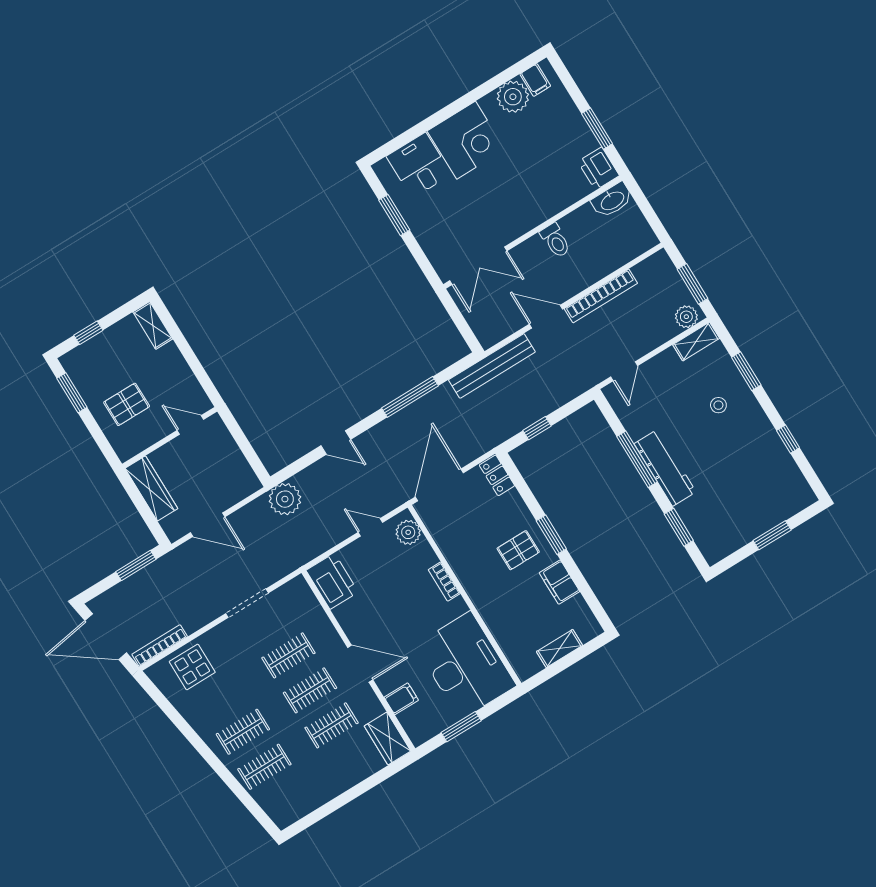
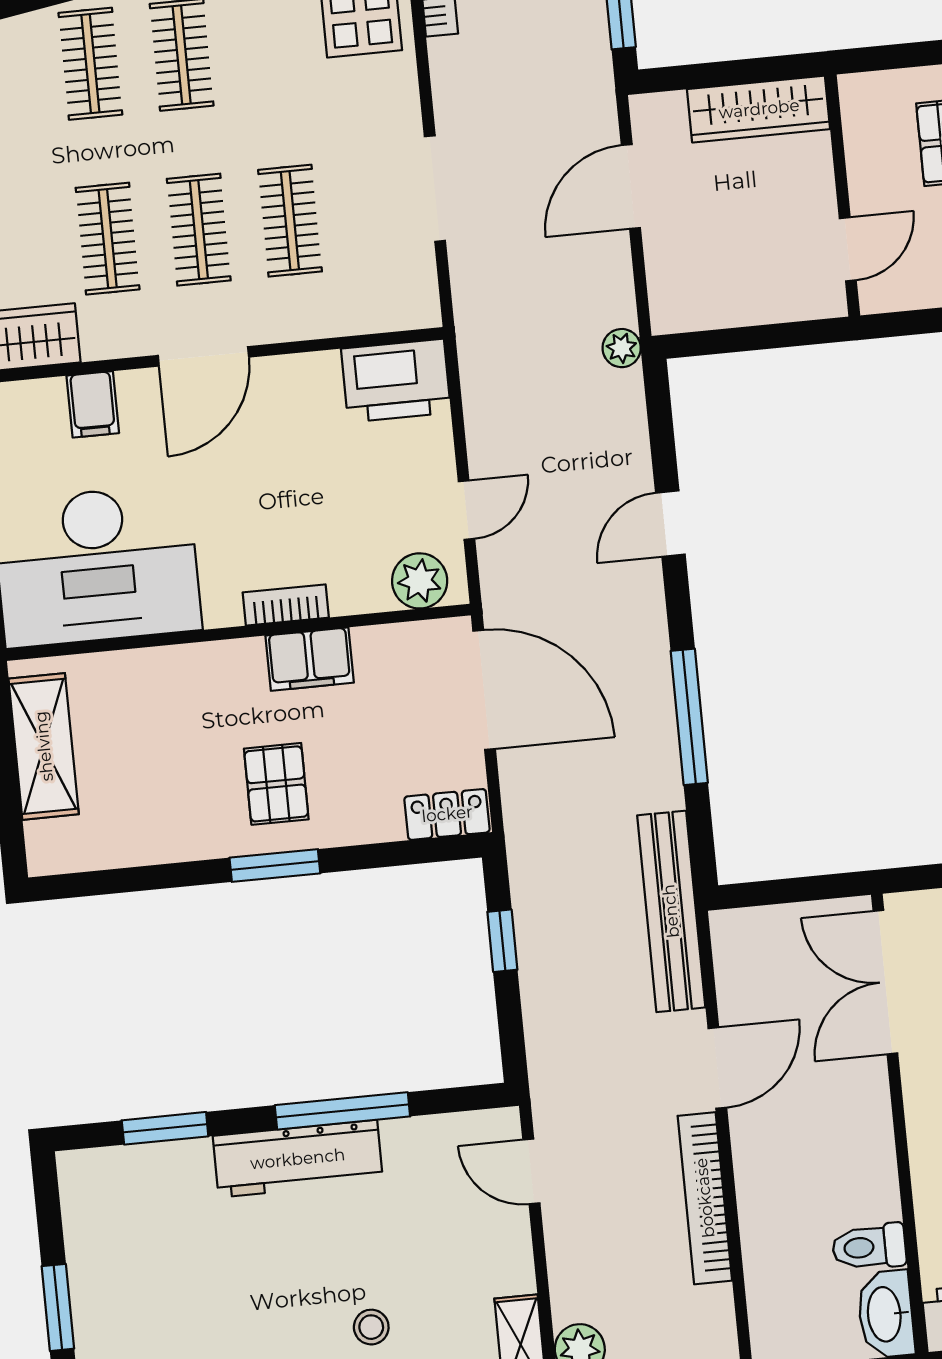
toilet: (555, 240) -> (869, 1247), moved
plant: (285, 499) -> (622, 348), width x0.53, depth x0.53
filing cabinet: (559, 582) -> (310, 659), moved, turned 180
shelving: (559, 648) -> (44, 746), width x1.50, depth x1.33

